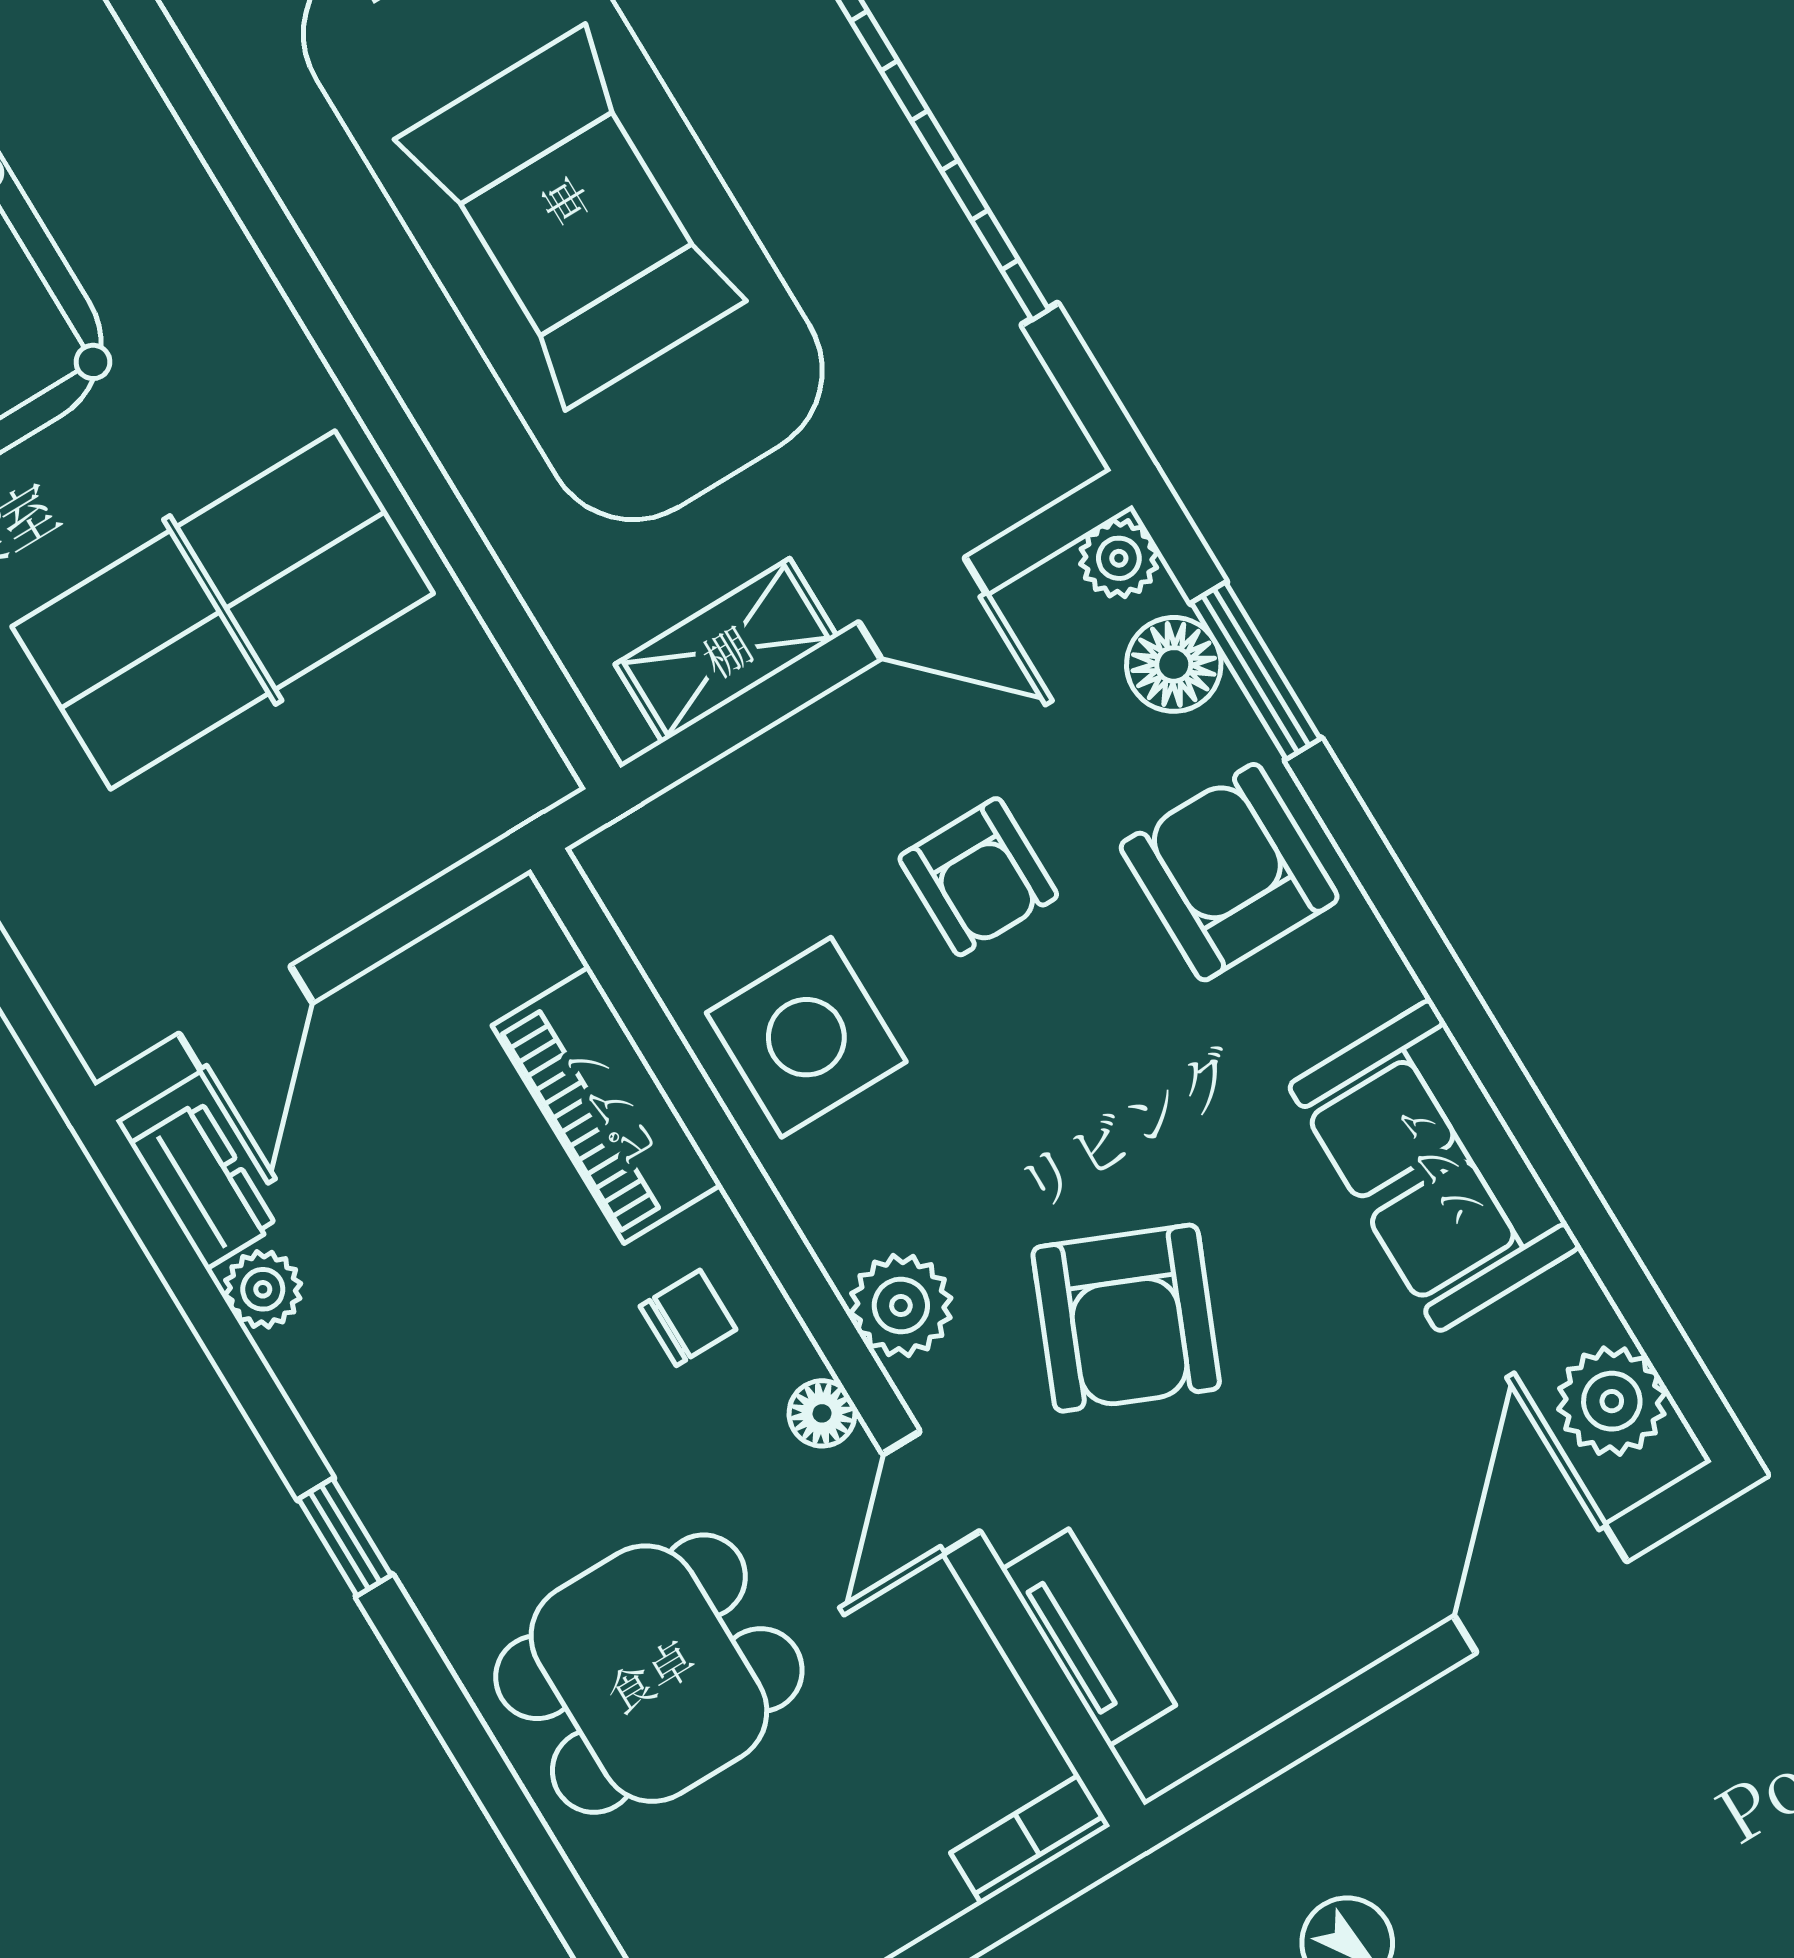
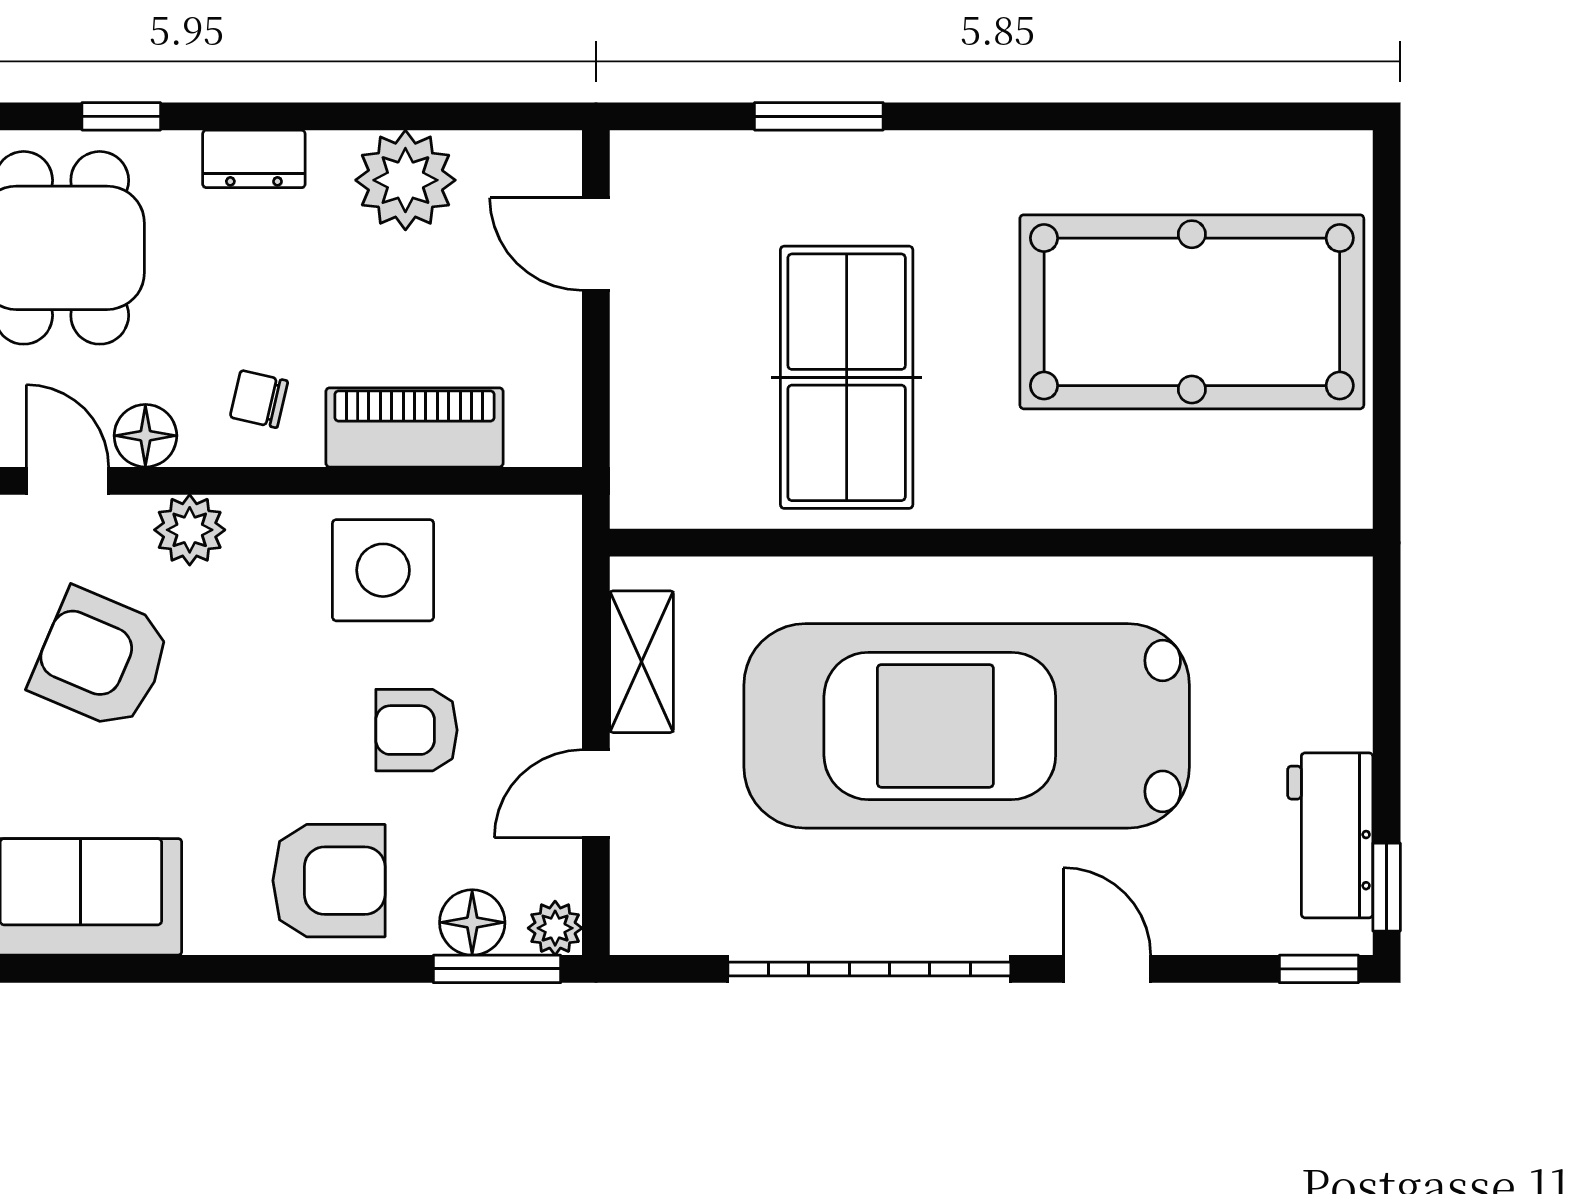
window: (1256, 671) -> (497, 969), moved
dresser: (203, 1185) -> (254, 159), moved
plant: (263, 1289) -> (405, 180), width x1.87, depth x1.87
chair: (688, 1318) -> (259, 399), turned 103
floor lamp: (822, 1413) -> (145, 436), width x1.37, depth x1.37
window: (345, 1537) -> (121, 116), moved

